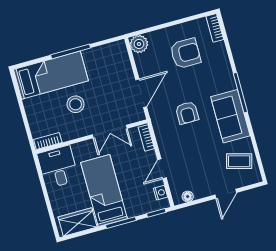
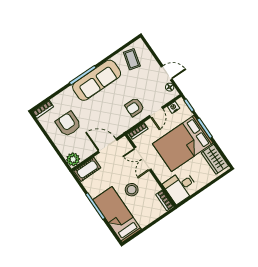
cot: (120, 58) -> (87, 169), added
armchair: (187, 113) -> (135, 107), moved, turned 180
sofa: (230, 116) -> (97, 80), width x1.36
double door: (110, 131) -> (143, 159), swing flipped
door: (162, 169) -> (156, 112), hinge flipped
bed: (104, 191) -> (183, 143), width x1.50
door: (226, 194) -> (167, 73), moved

